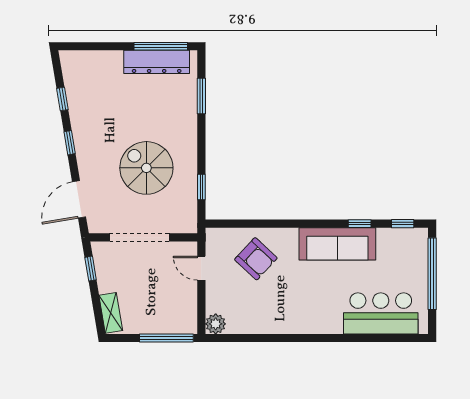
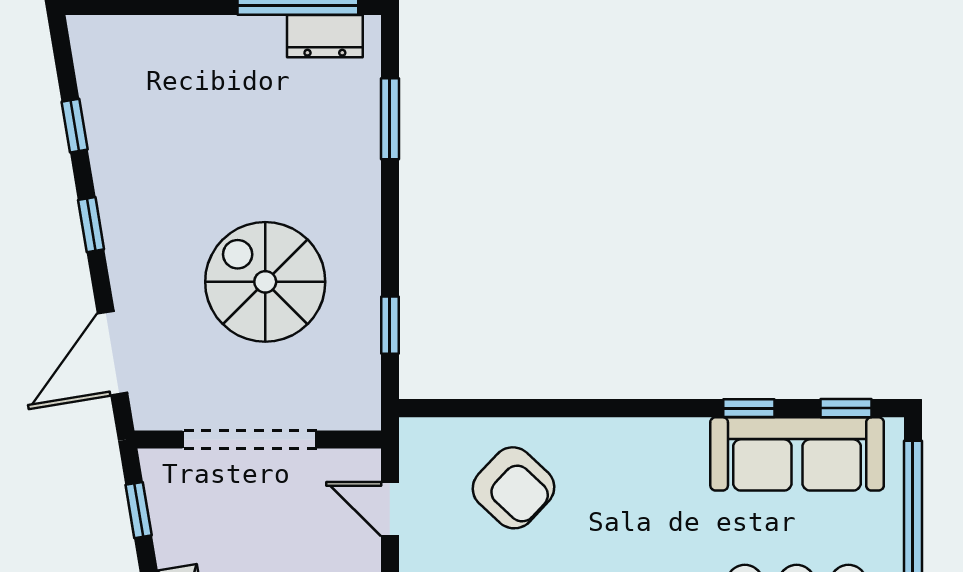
dresser: (157, 62) -> (325, 36), width x0.51, depth x0.80
sofa: (337, 244) -> (797, 454), moved

